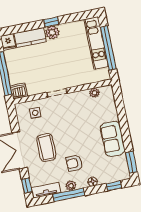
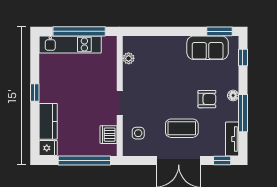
plant: (52, 32) -> (47, 94), removed
dishwasher: (19, 91) -> (108, 135), moved
sofa: (113, 139) -> (208, 48), moved
armchair: (74, 163) -> (207, 99), turned -90
floor lamp: (93, 182) -> (233, 95), moved
plant: (71, 186) -> (233, 108), removed

